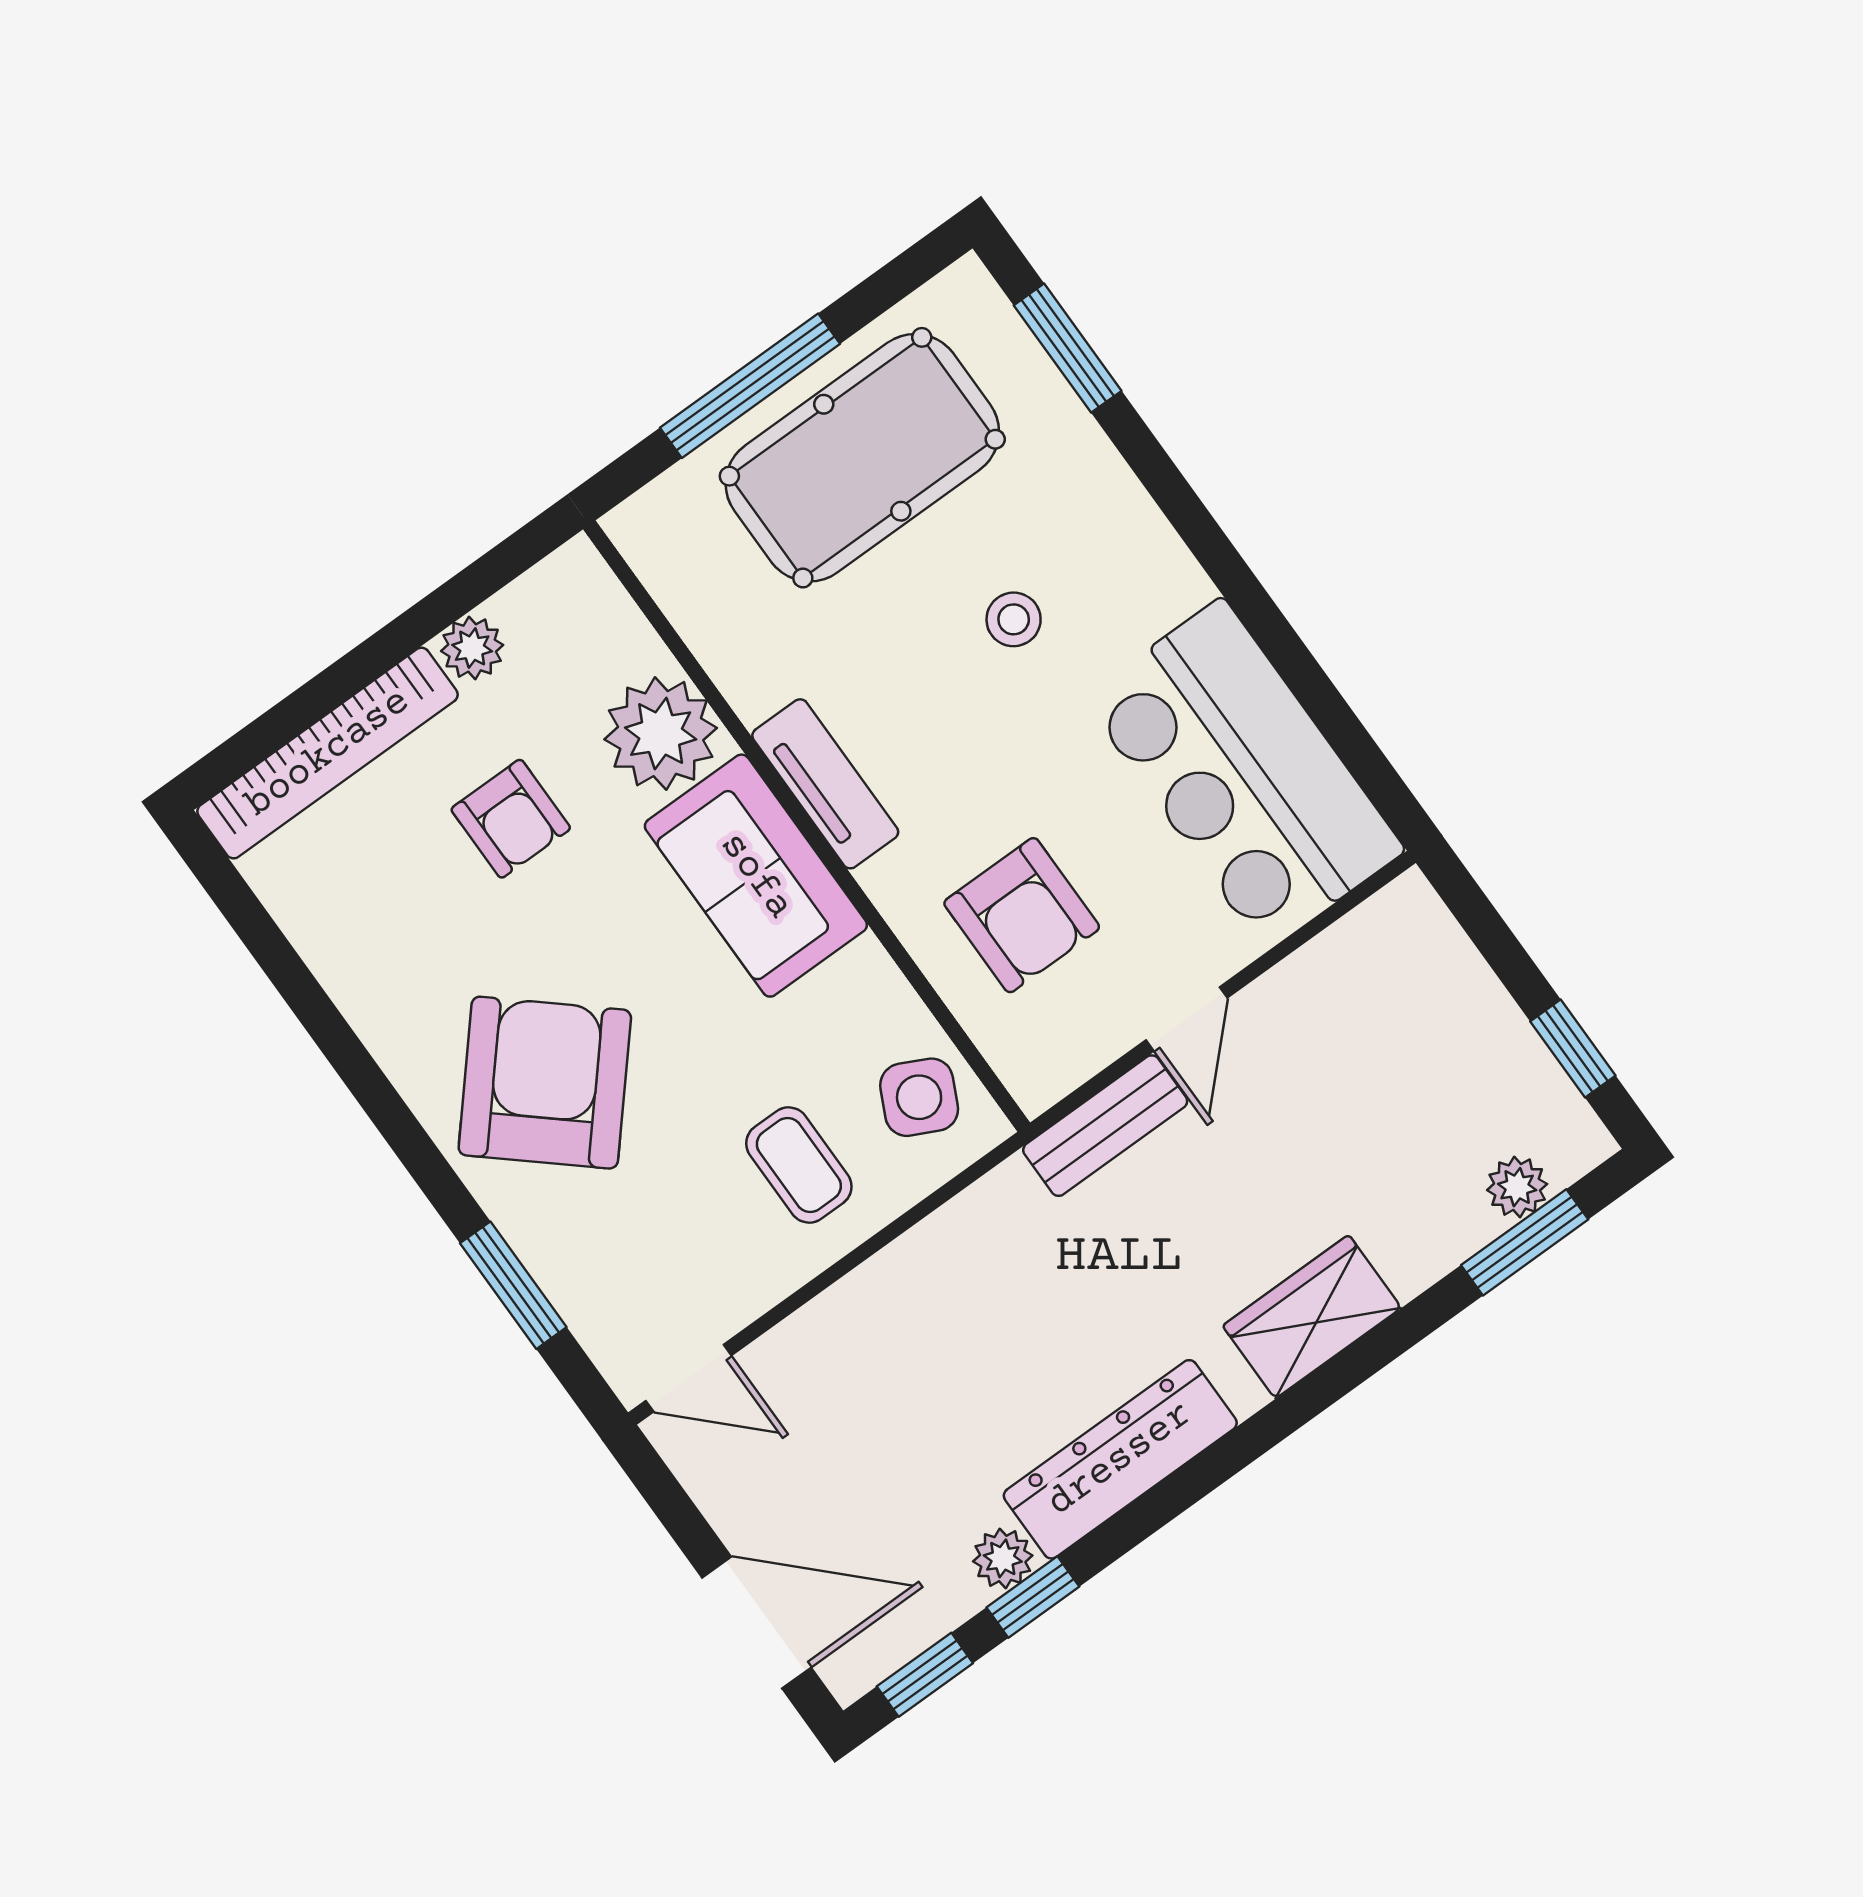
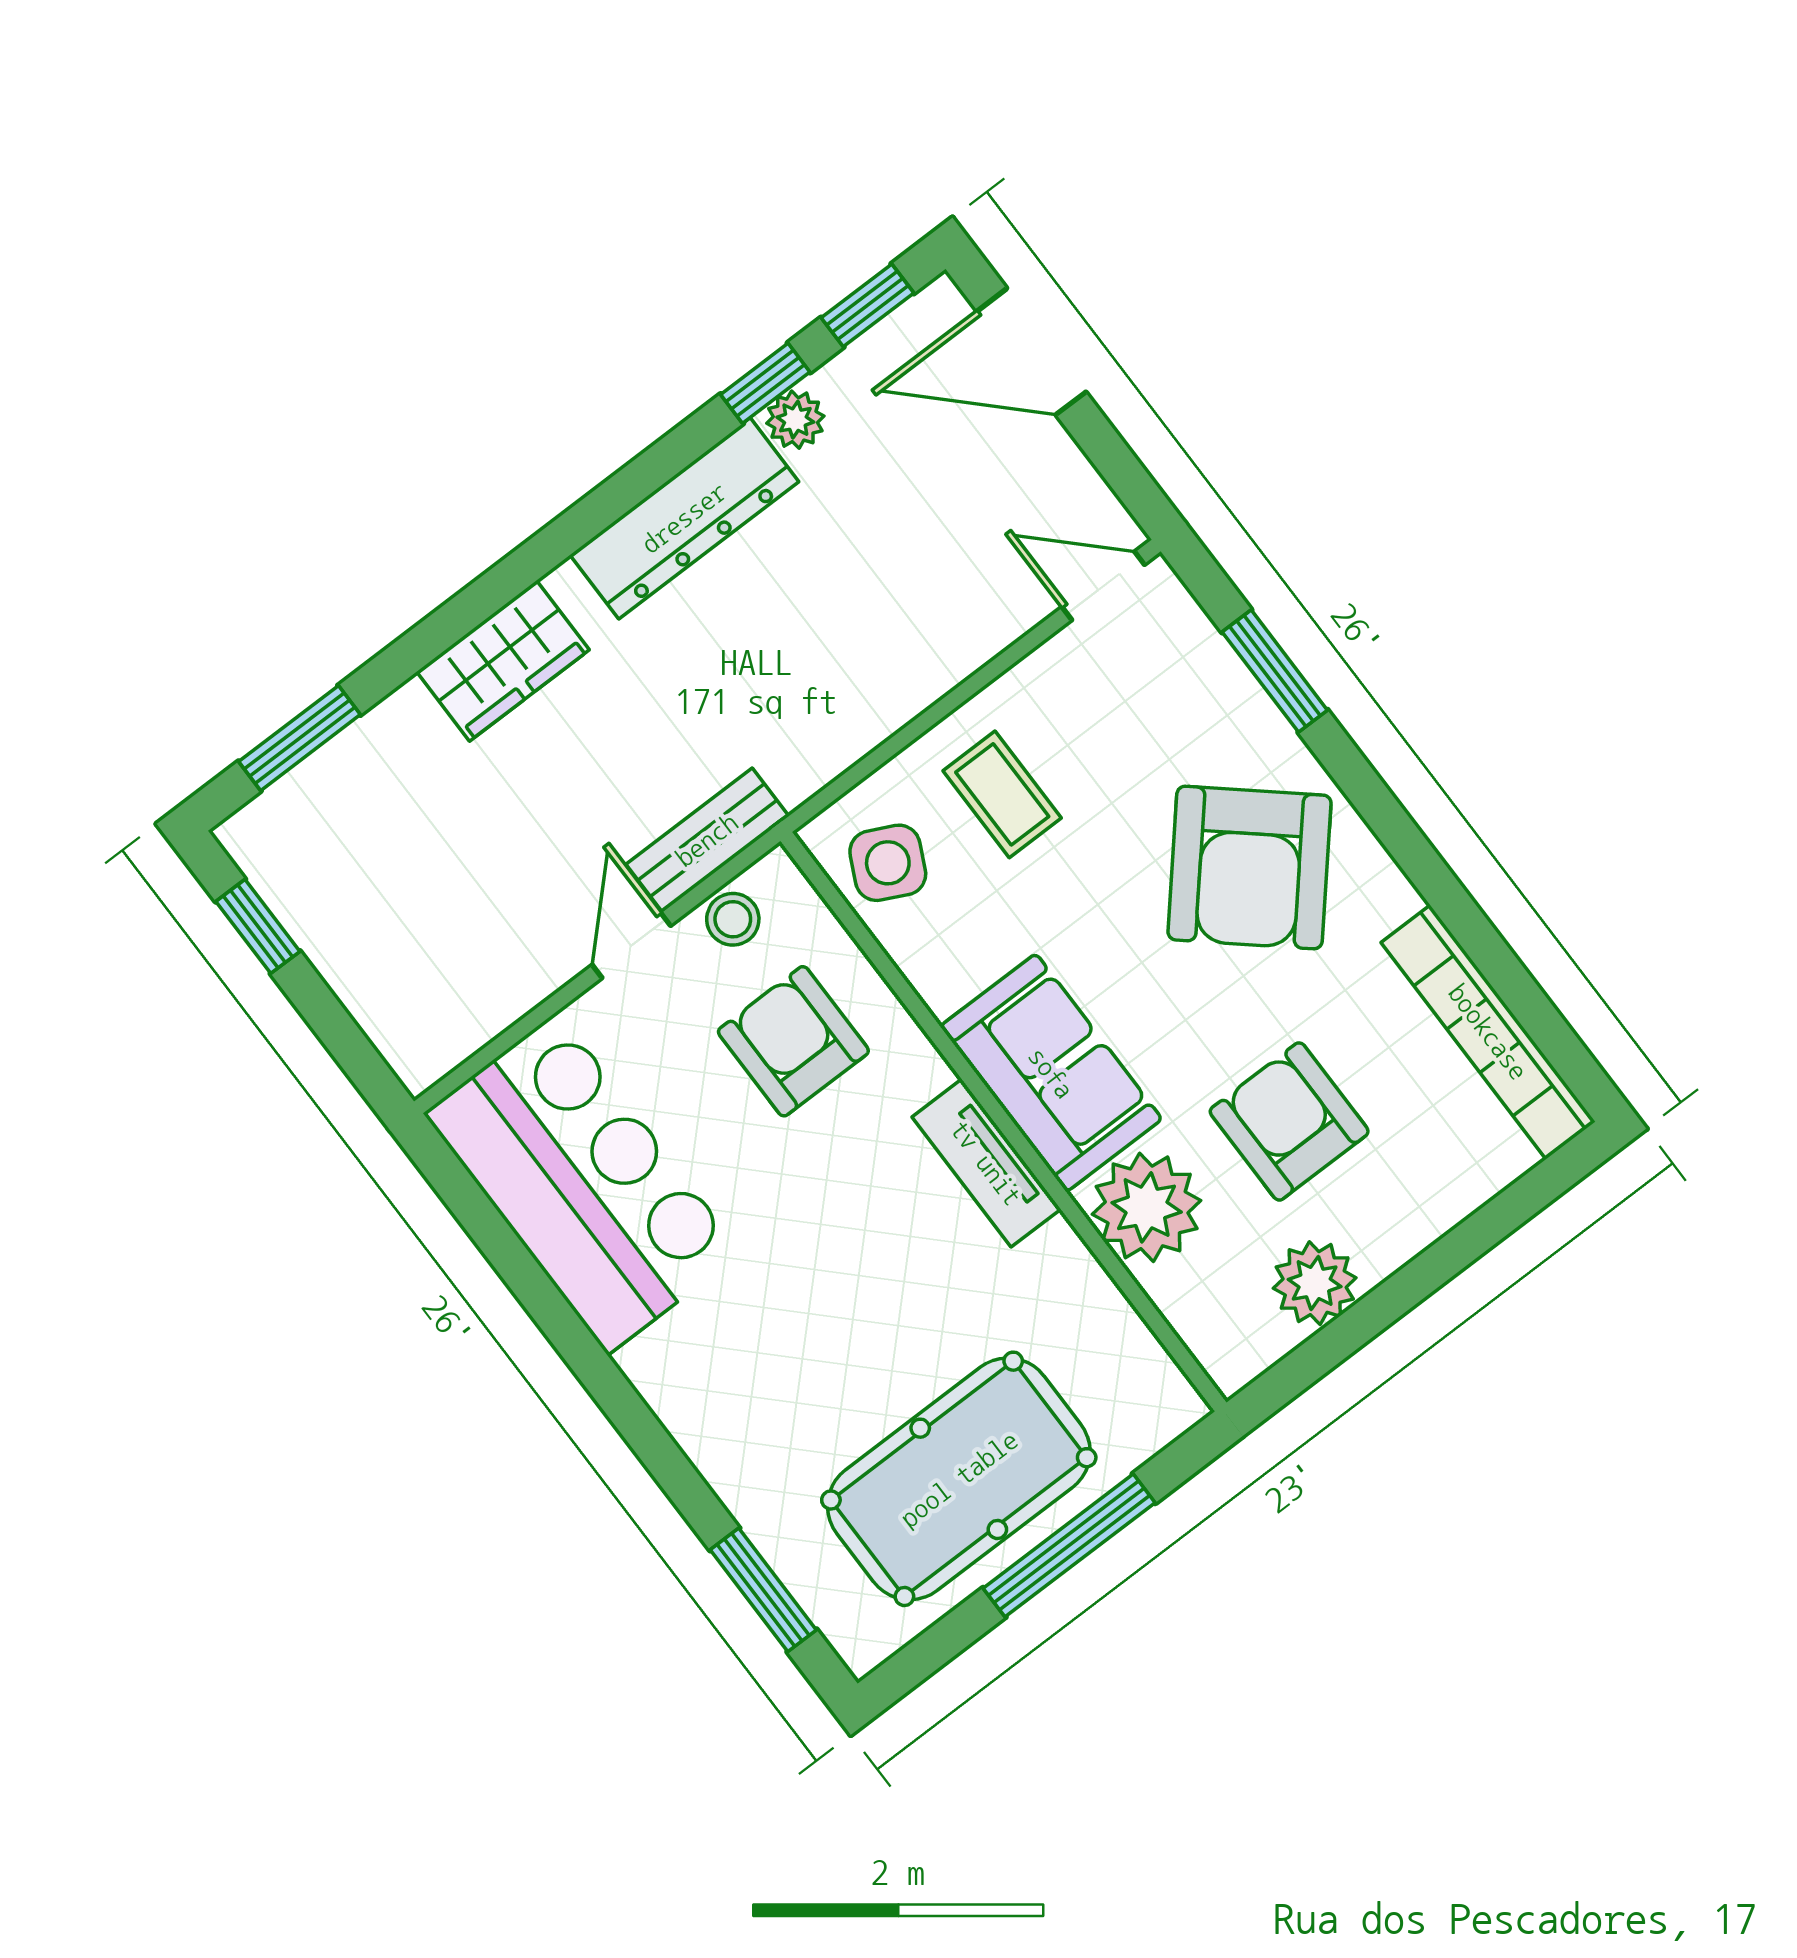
stool: (1014, 619) -> (733, 919), moved
plant: (472, 648) -> (1315, 1283), width x1.38, depth x1.38
bookcase: (328, 753) -> (1488, 1032), moved, turned -90
armchair: (511, 819) -> (1289, 1121), width x1.38, depth x1.38
plant: (1517, 1187) -> (308, 791), removed

